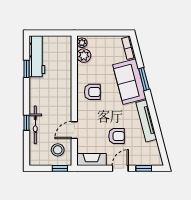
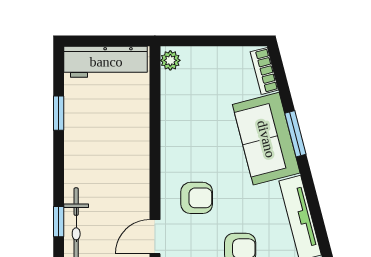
workbench: (37, 56) -> (106, 62), moved, turned 90
plant: (84, 56) -> (174, 86), removed
armchair: (92, 92) -> (197, 198), moved

